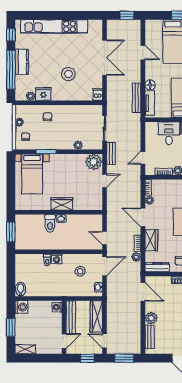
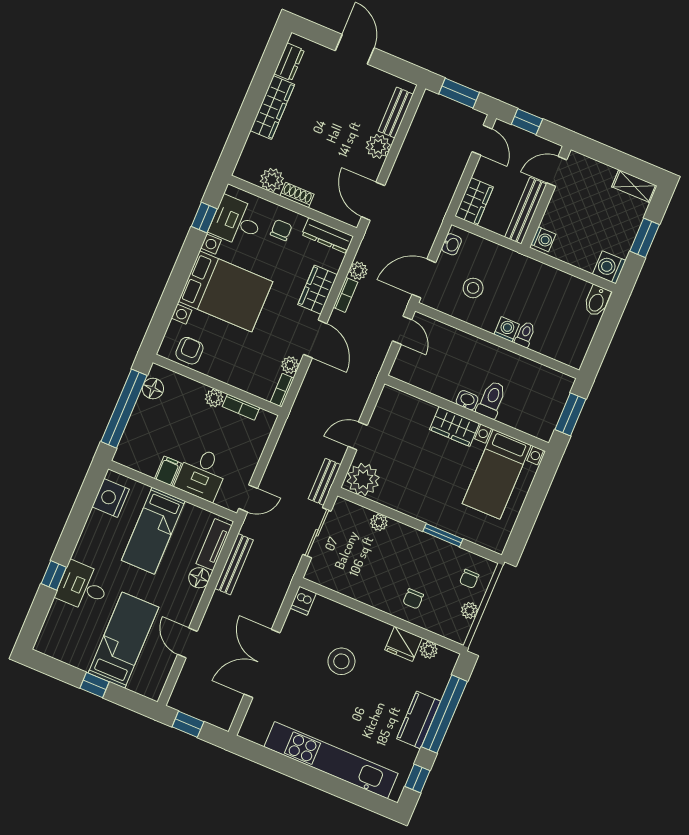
door: (143, 158) -> (248, 498), moved
bed with nightstands: (32, 174) -> (497, 474), moved, turned 180
wardrobe: (96, 316) -> (474, 202), width x0.67

